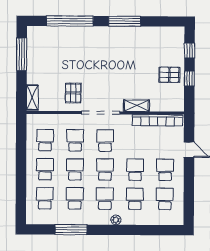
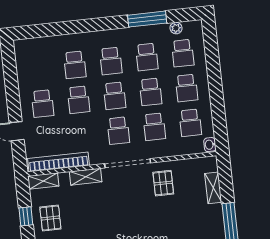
pallet: (169, 75) -> (50, 218), turned 90
shelving: (32, 98) -> (213, 188), moved
shelving: (172, 106) -> (43, 181), added
washbasin: (31, 120) -> (210, 145), added
school desk: (165, 199) -> (39, 69), removed
plant: (116, 220) -> (176, 28), moved

